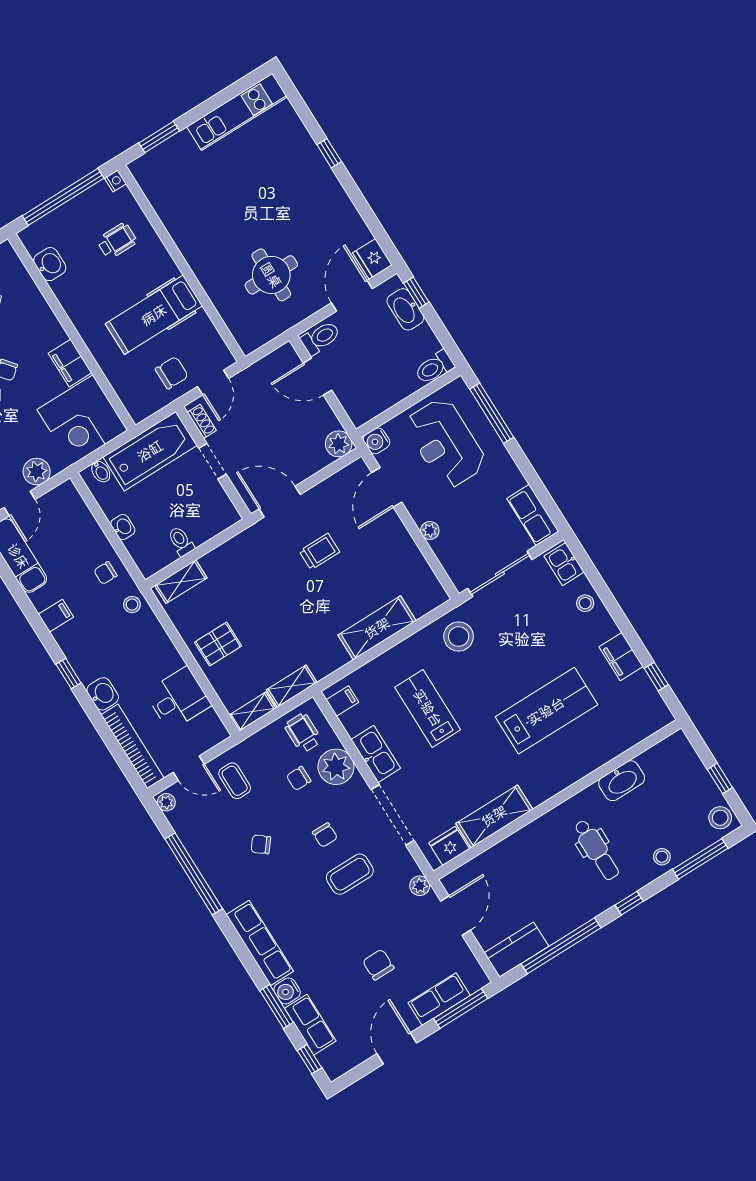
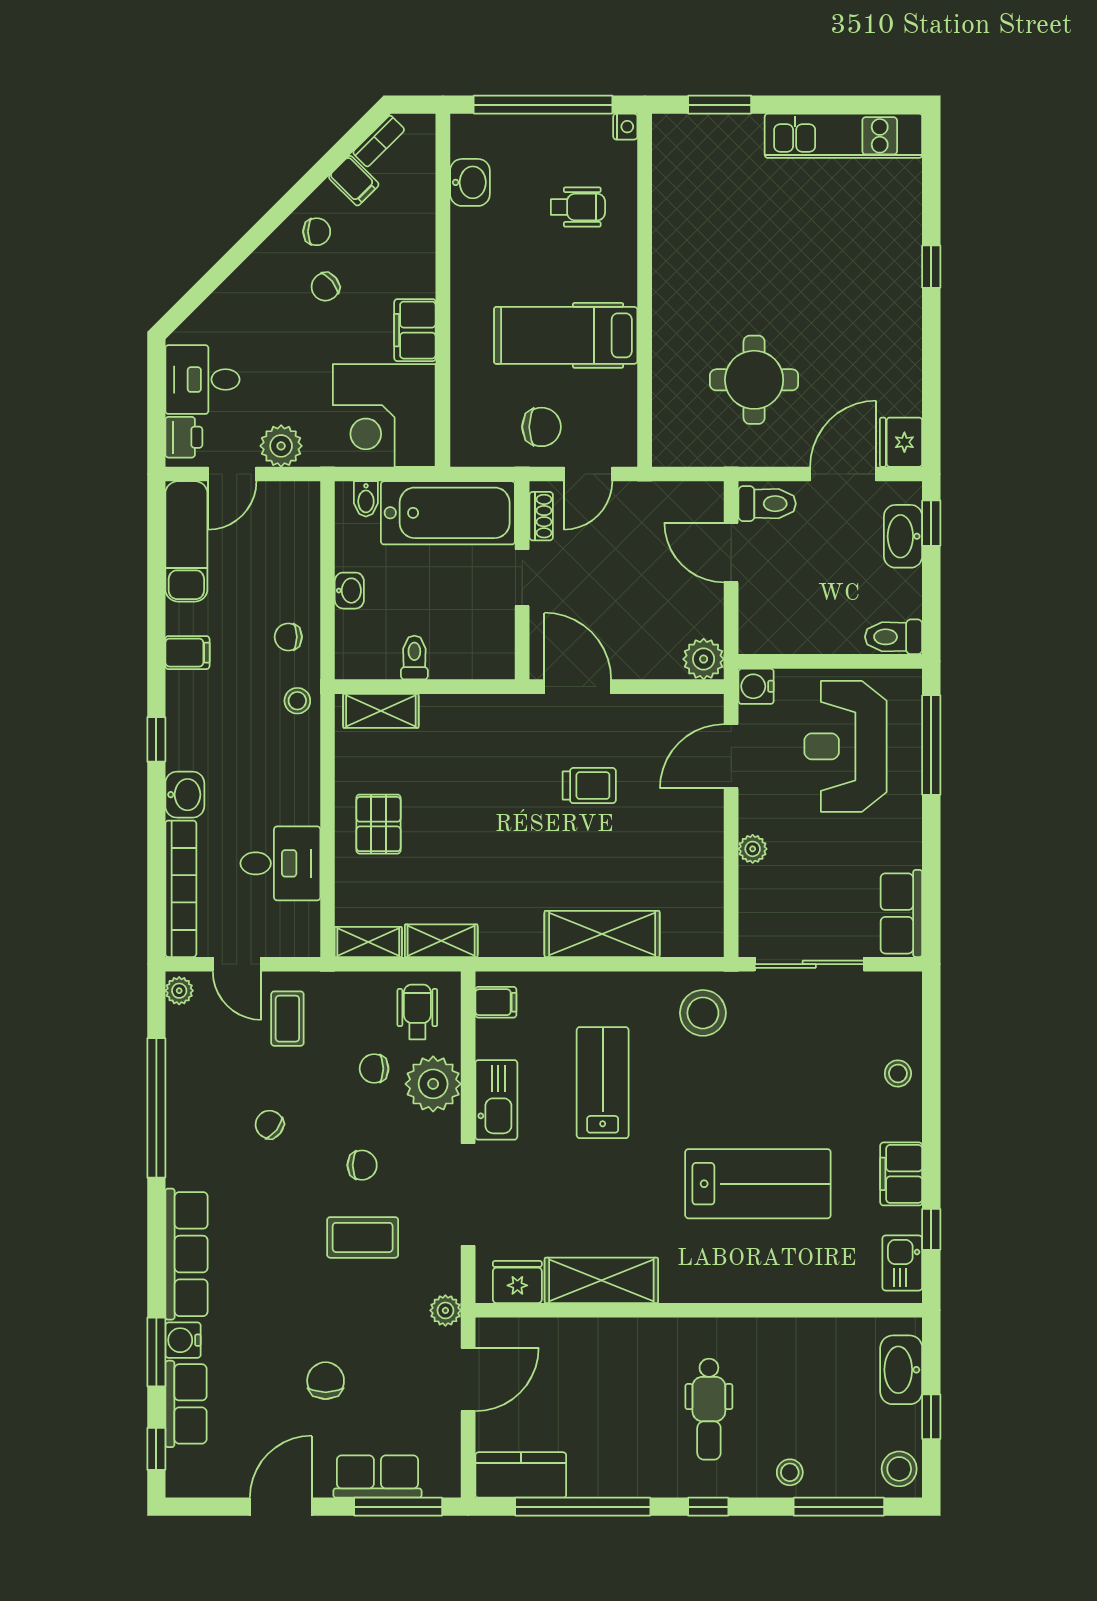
kitchen sink: (564, 564) -> (902, 1263), moved
pallet: (218, 644) -> (378, 824), turned 90
washbasin: (622, 781) -> (901, 1370), moved, turned 90
chair: (325, 835) -> (362, 1165), turned -90

